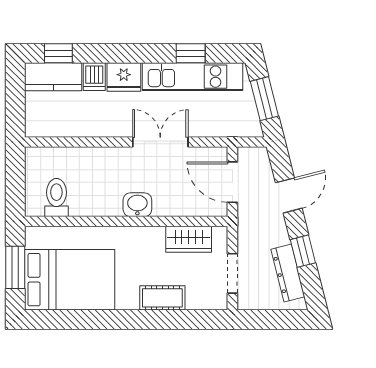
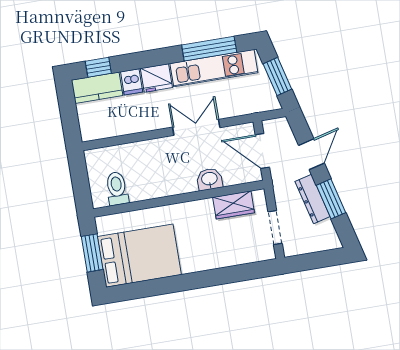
window: (191, 53) -> (209, 49), width x2.17
washbasin: (137, 205) -> (209, 179), moved
window: (303, 251) -> (331, 199), width x1.50
dresser: (288, 273) -> (313, 199), moved
cot: (162, 298) -> (220, 258), removed

